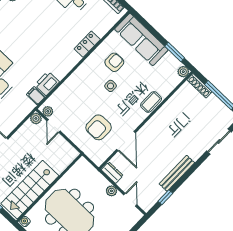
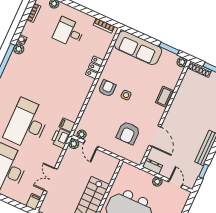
armchair: (114, 62) -> (107, 88), moved
printer: (47, 83) -> (61, 138), moved

